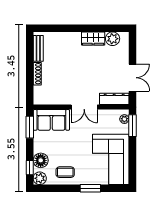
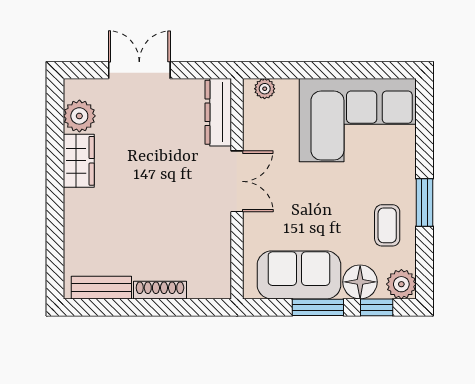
double door: (132, 78) -> (139, 70), moved
sofa: (51, 120) -> (299, 275), moved, turned -90
window: (132, 126) -> (280, 70), removed
window: (30, 127) -> (318, 307), moved
window: (90, 188) -> (425, 202), moved

